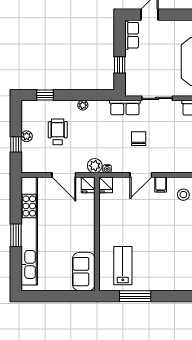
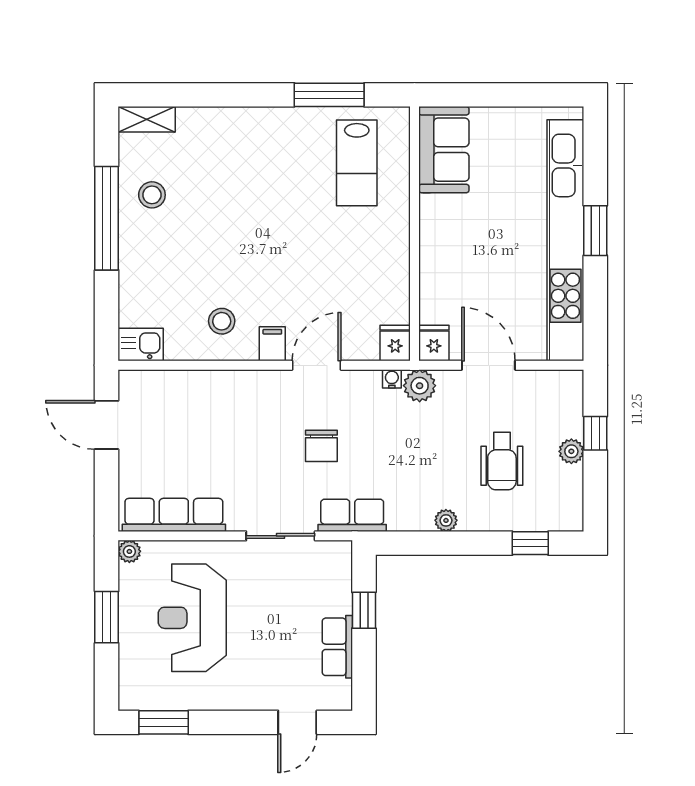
row of seats: (132, 35) -> (337, 647), moved

